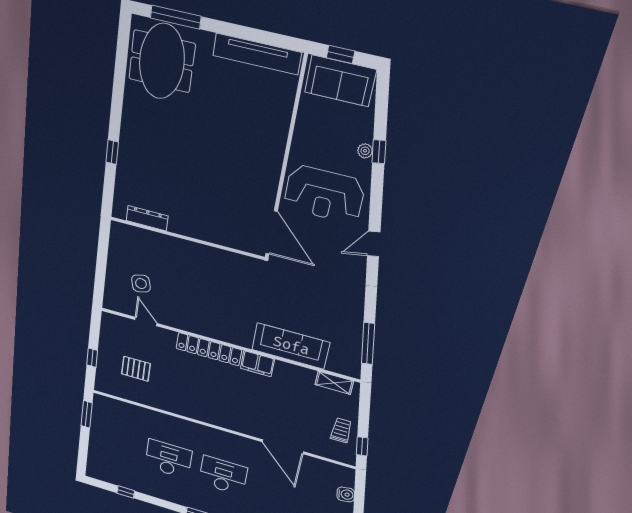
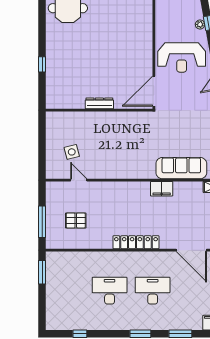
dresser: (147, 218) -> (99, 103), moved
door: (271, 233) -> (154, 91), swing flipped
locker: (209, 349) -> (136, 242), moved, turned 180
window: (92, 358) -> (42, 222), width x2.17

